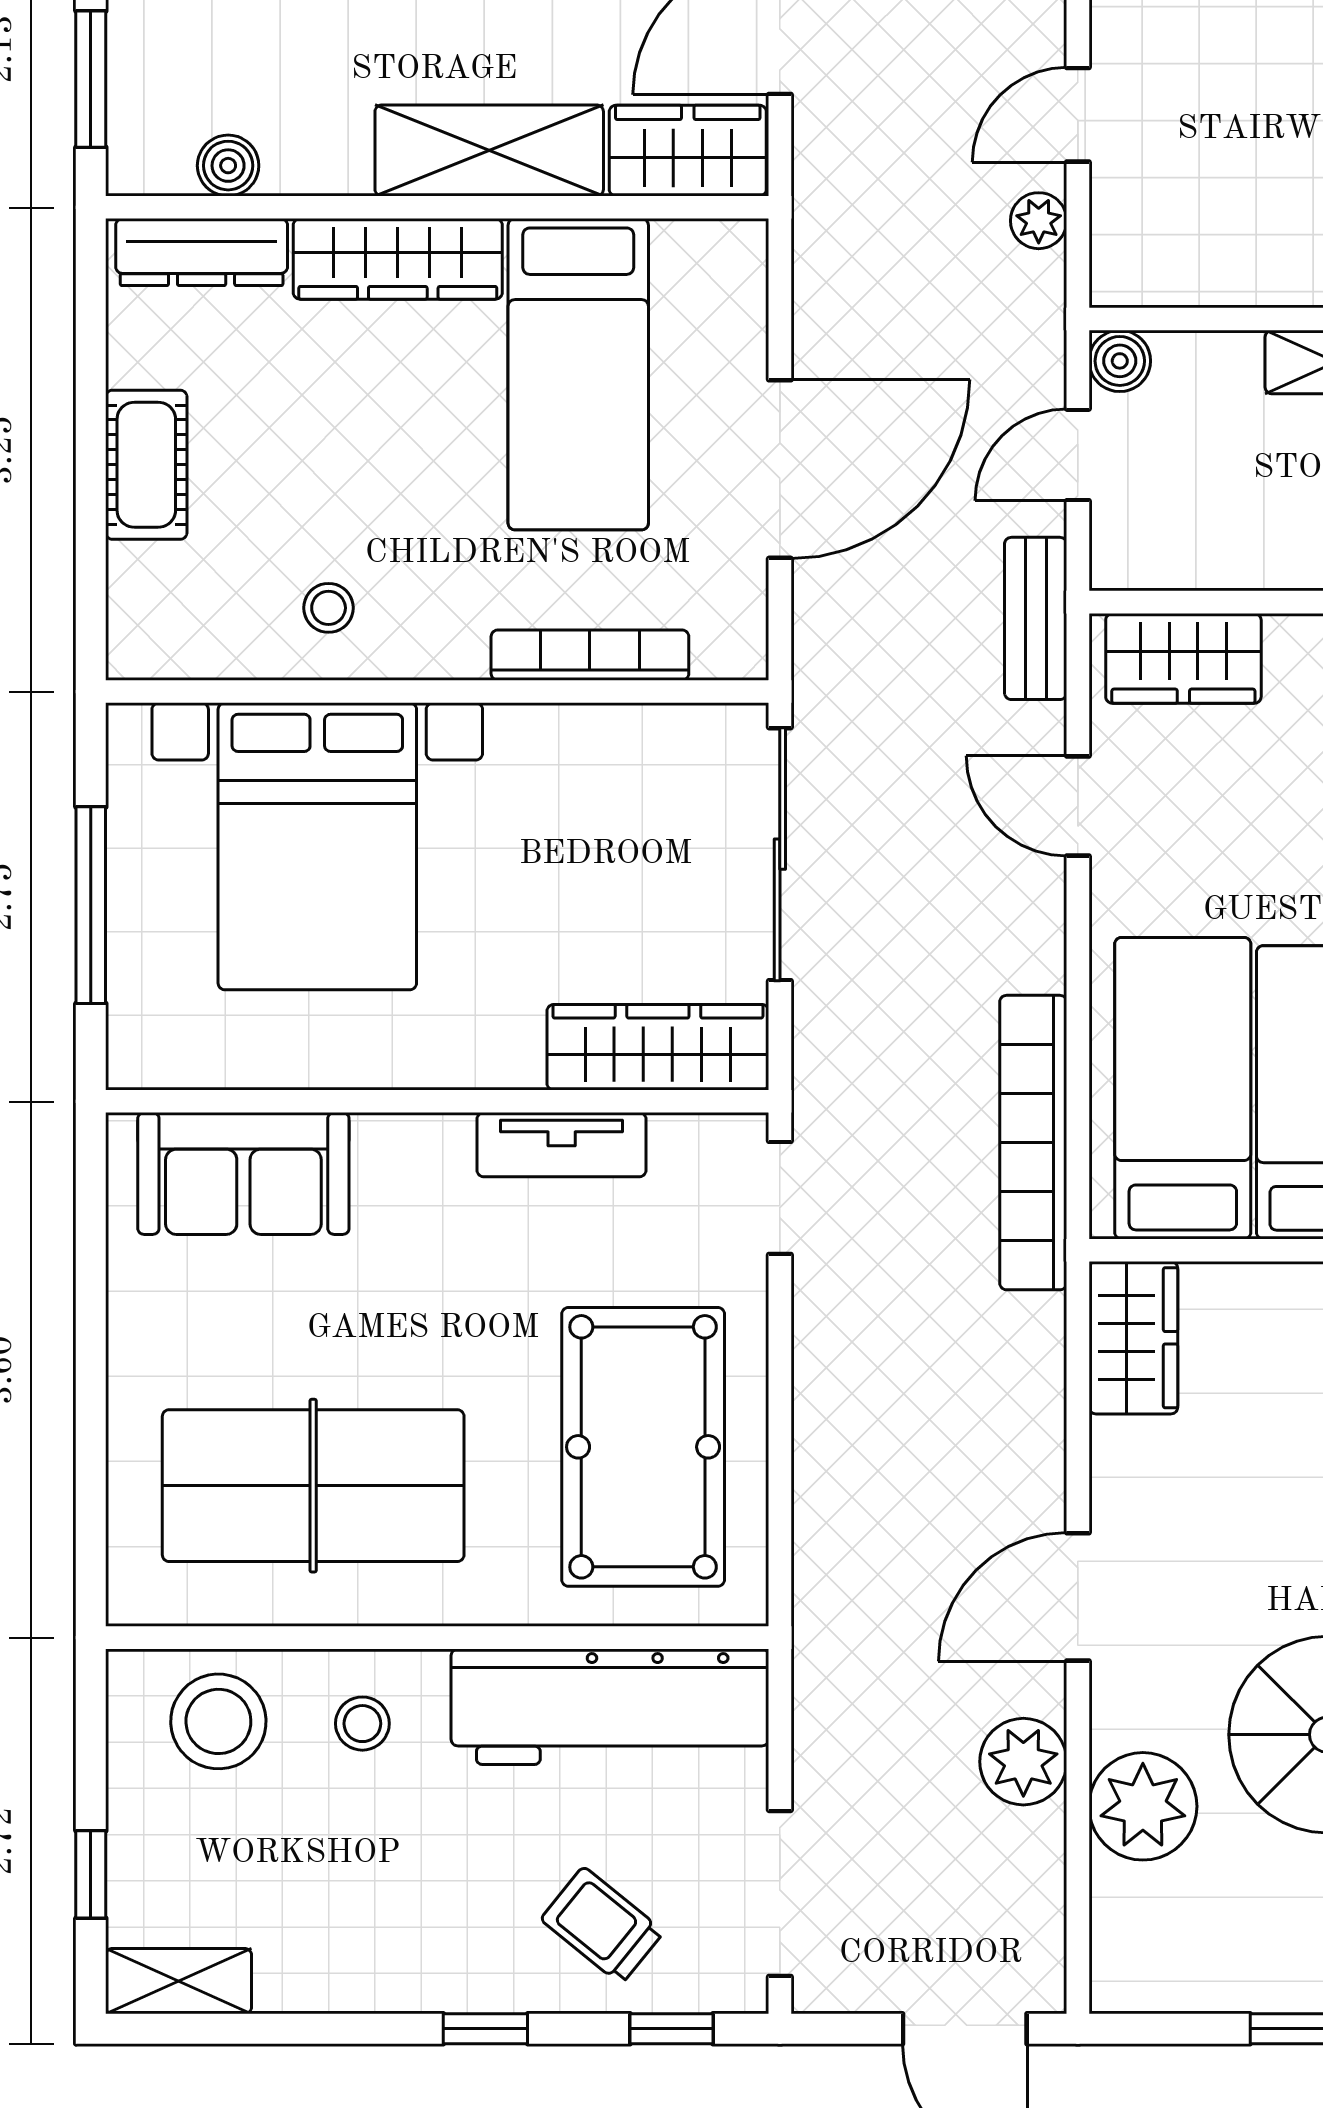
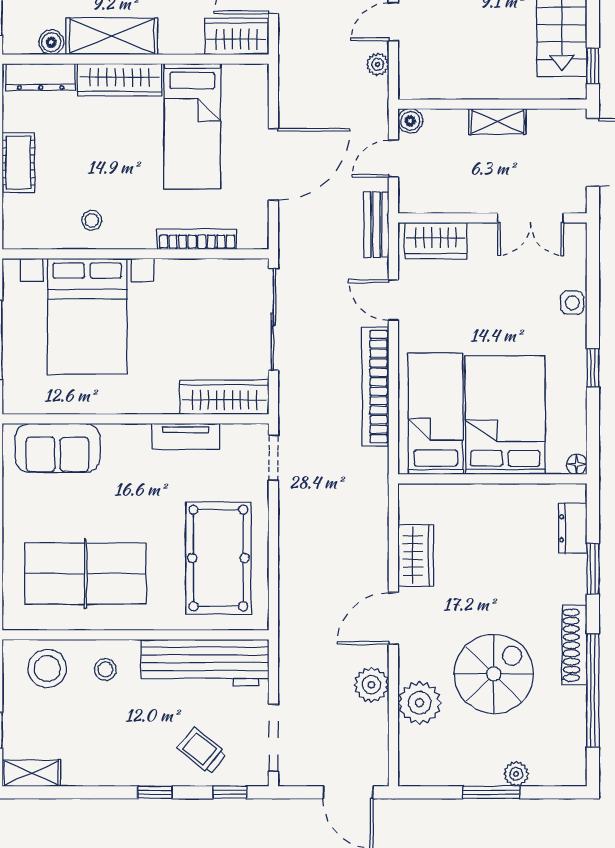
shelving: (489, 150) -> (112, 36), moved
bookcase: (1033, 1143) -> (375, 387), moved
wardrobe: (1133, 1338) -> (416, 555), moved

